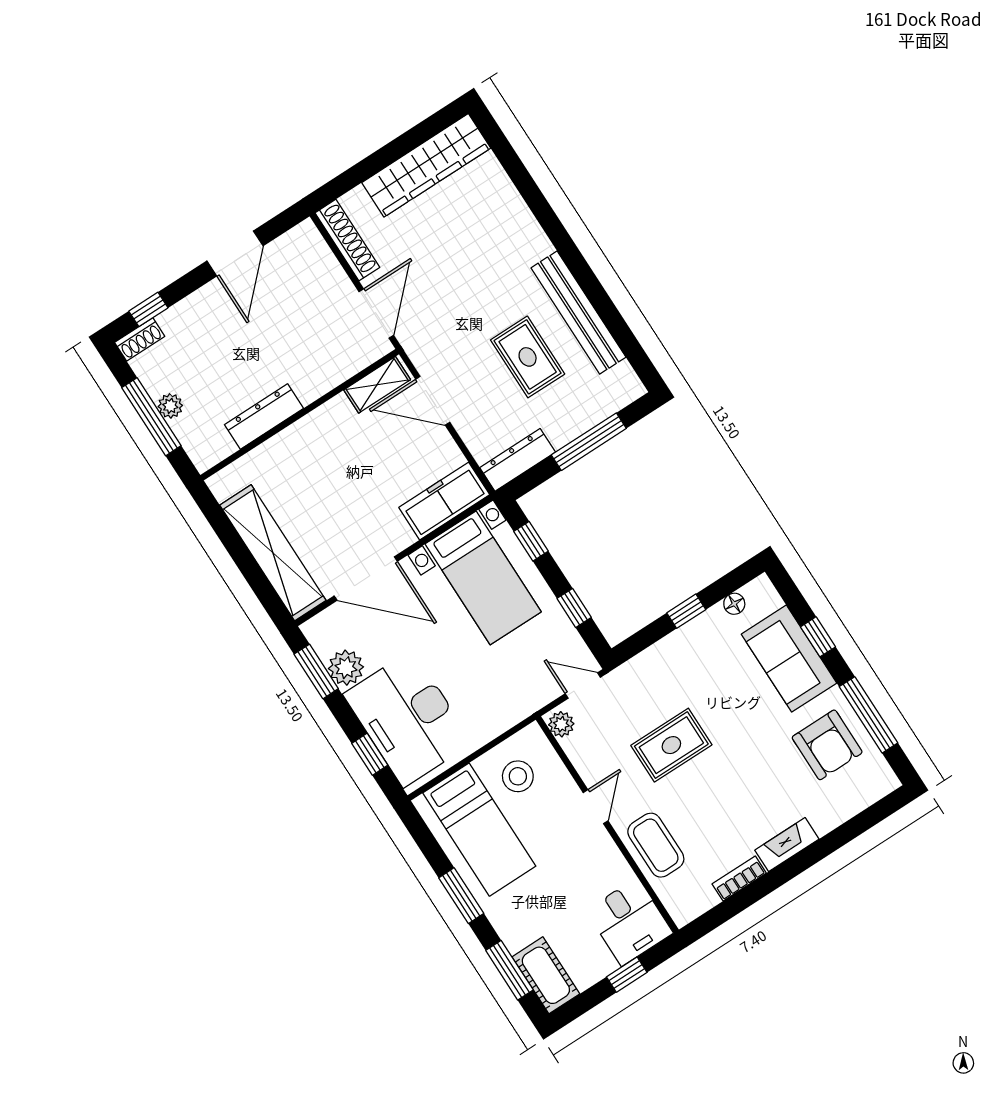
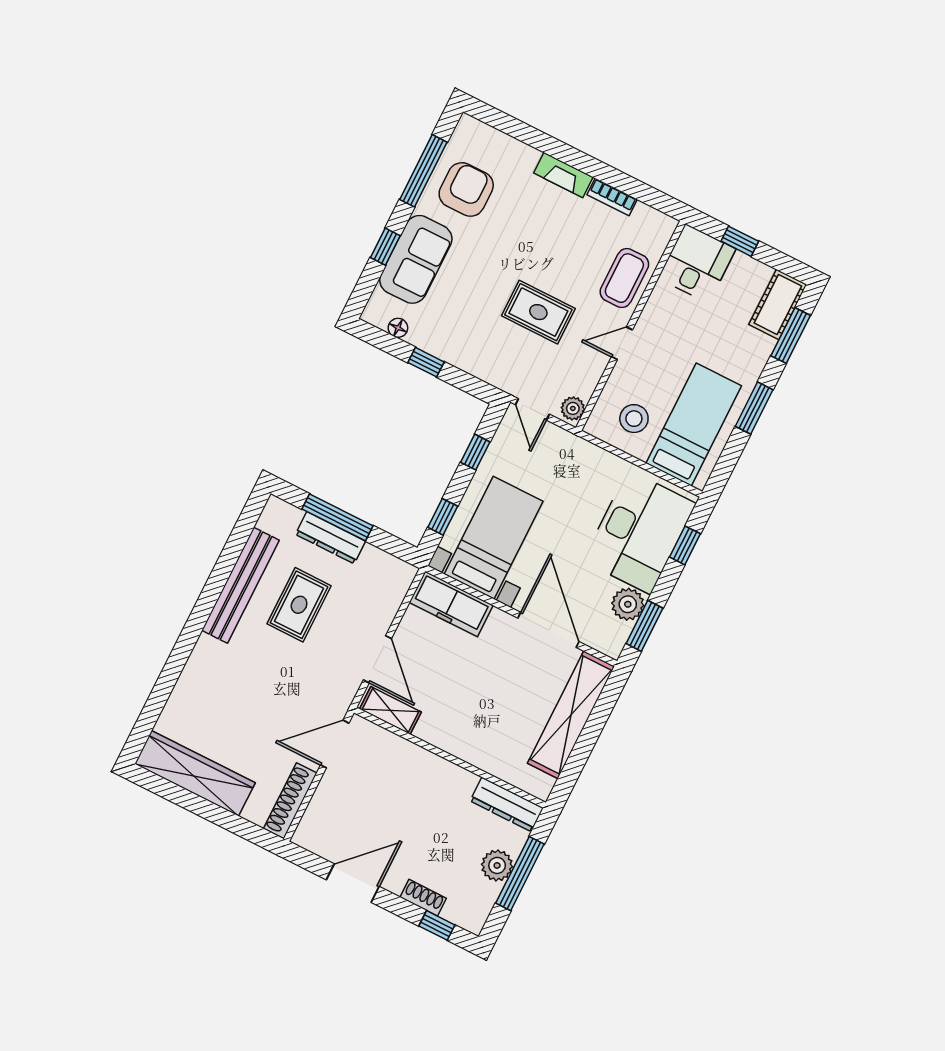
shoe rack: (140, 339) -> (423, 898), moved
plant: (170, 406) -> (497, 865), width x1.38, depth x1.38
dresser: (264, 416) -> (507, 805), moved
dresser: (518, 460) -> (330, 538), moved

